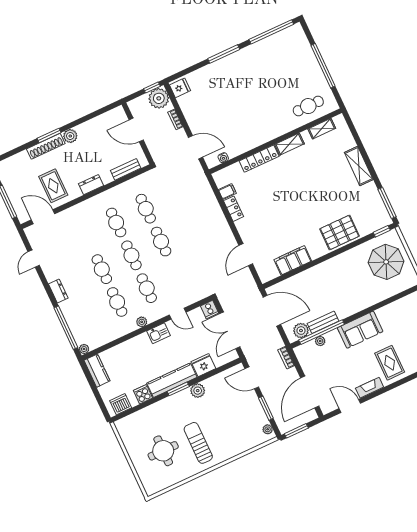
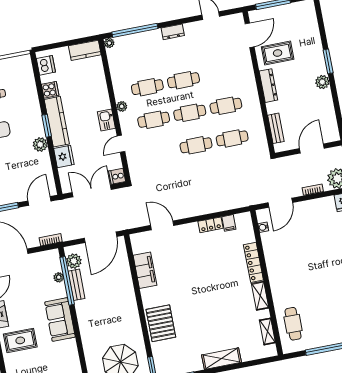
shoe rack: (46, 146) -> (318, 55), removed
dresser: (91, 185) -> (268, 86), width x1.44

